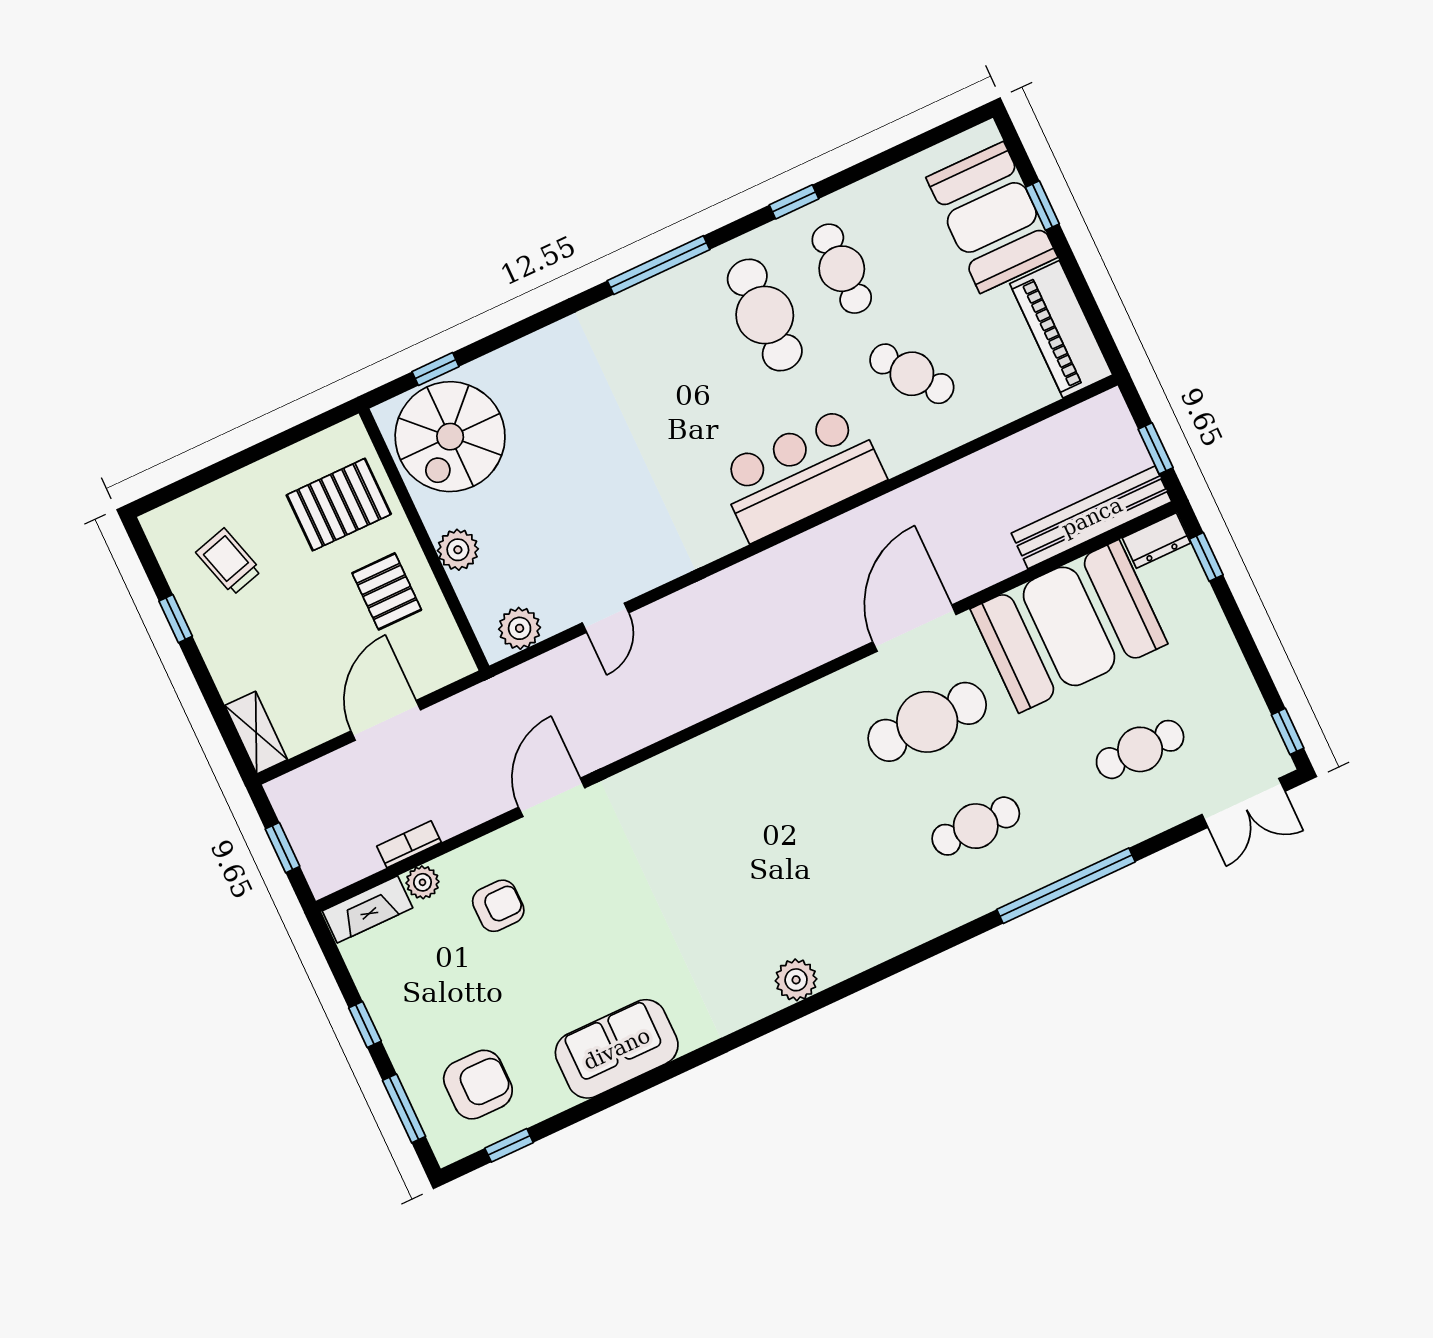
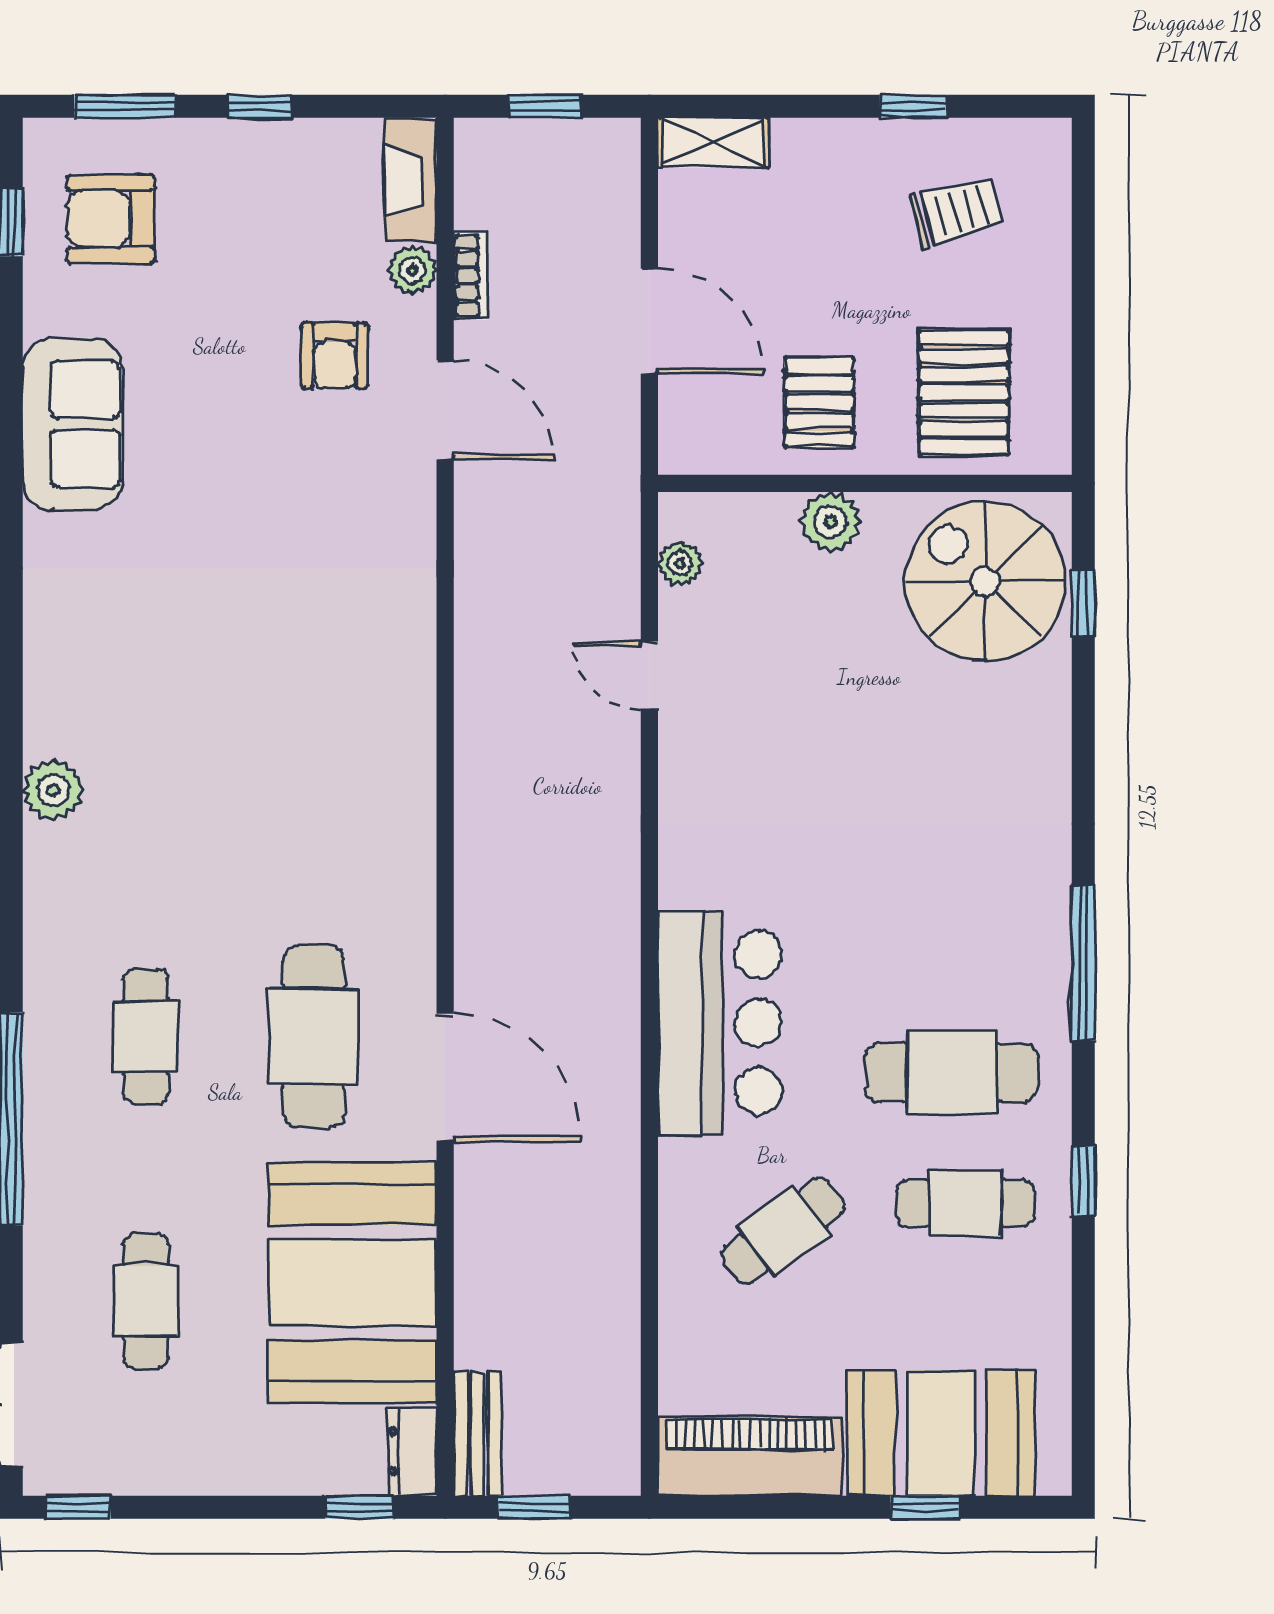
bench: (1092, 517) -> (477, 1434), width x0.54, depth x0.82
pallet: (387, 591) -> (819, 402), turned 90
plant: (520, 628) -> (680, 563), width x0.73, depth x0.73
door: (552, 797) -> (445, 410), moved
plant: (796, 980) -> (53, 790), moved
armchair: (478, 1085) -> (111, 219), turned 90

